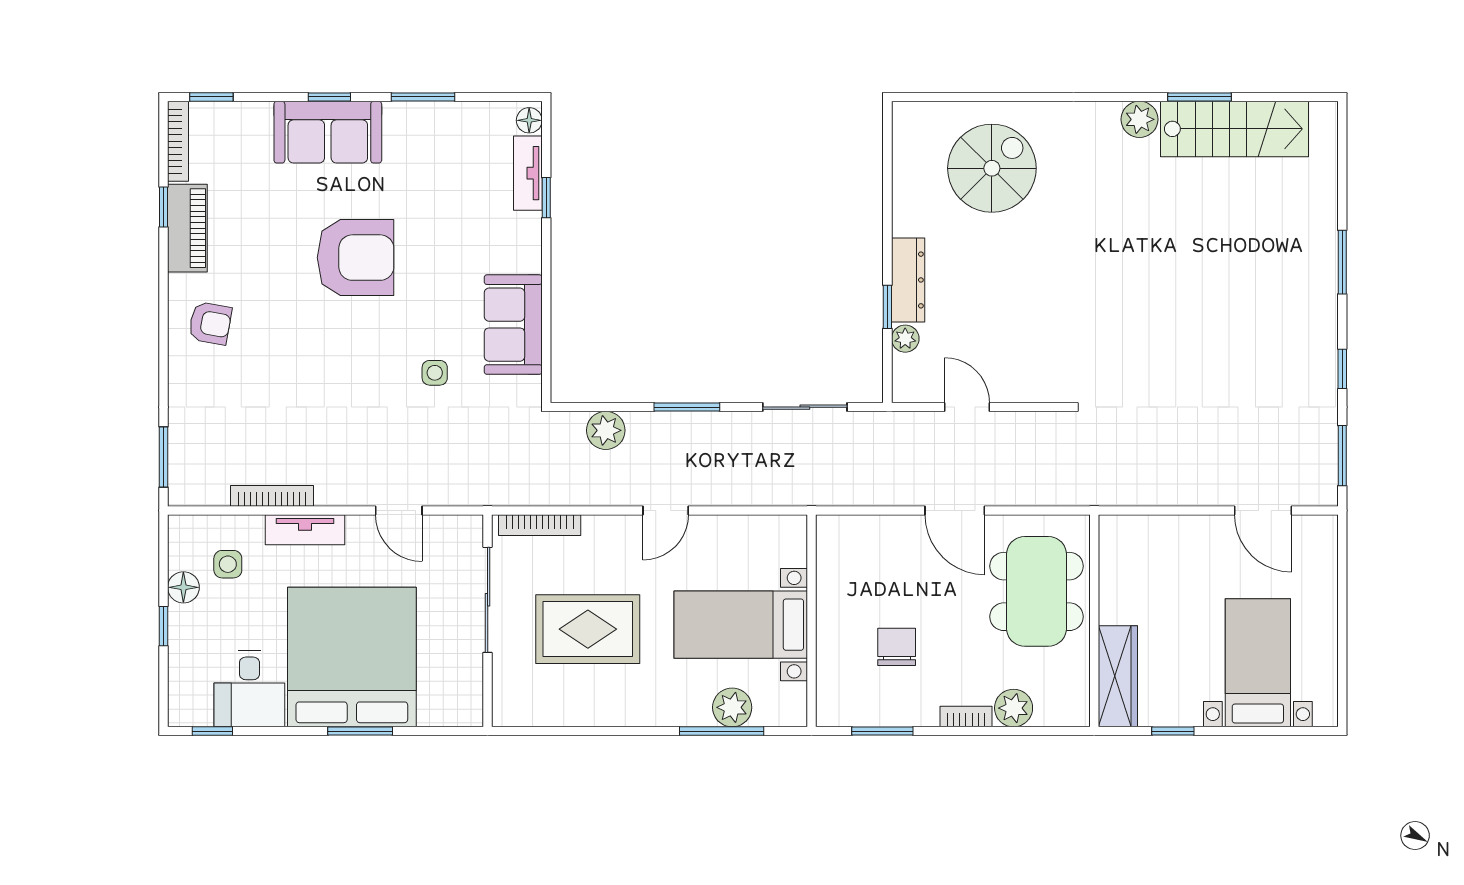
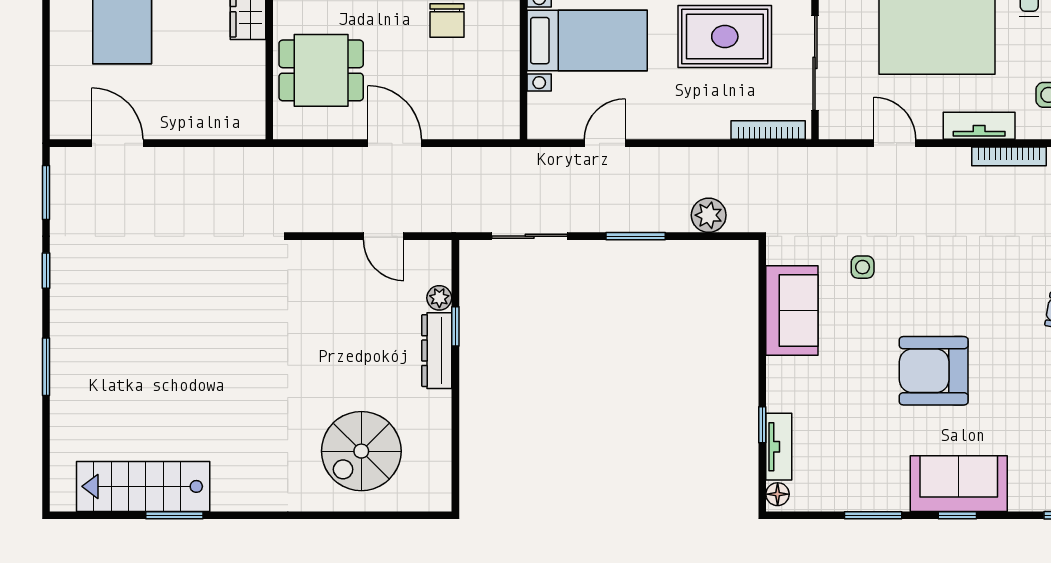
plant: (1139, 119) -> (228, 495), removed
door: (666, 511) -> (605, 143), moved
dining table: (1037, 591) -> (321, 70), width x0.73

